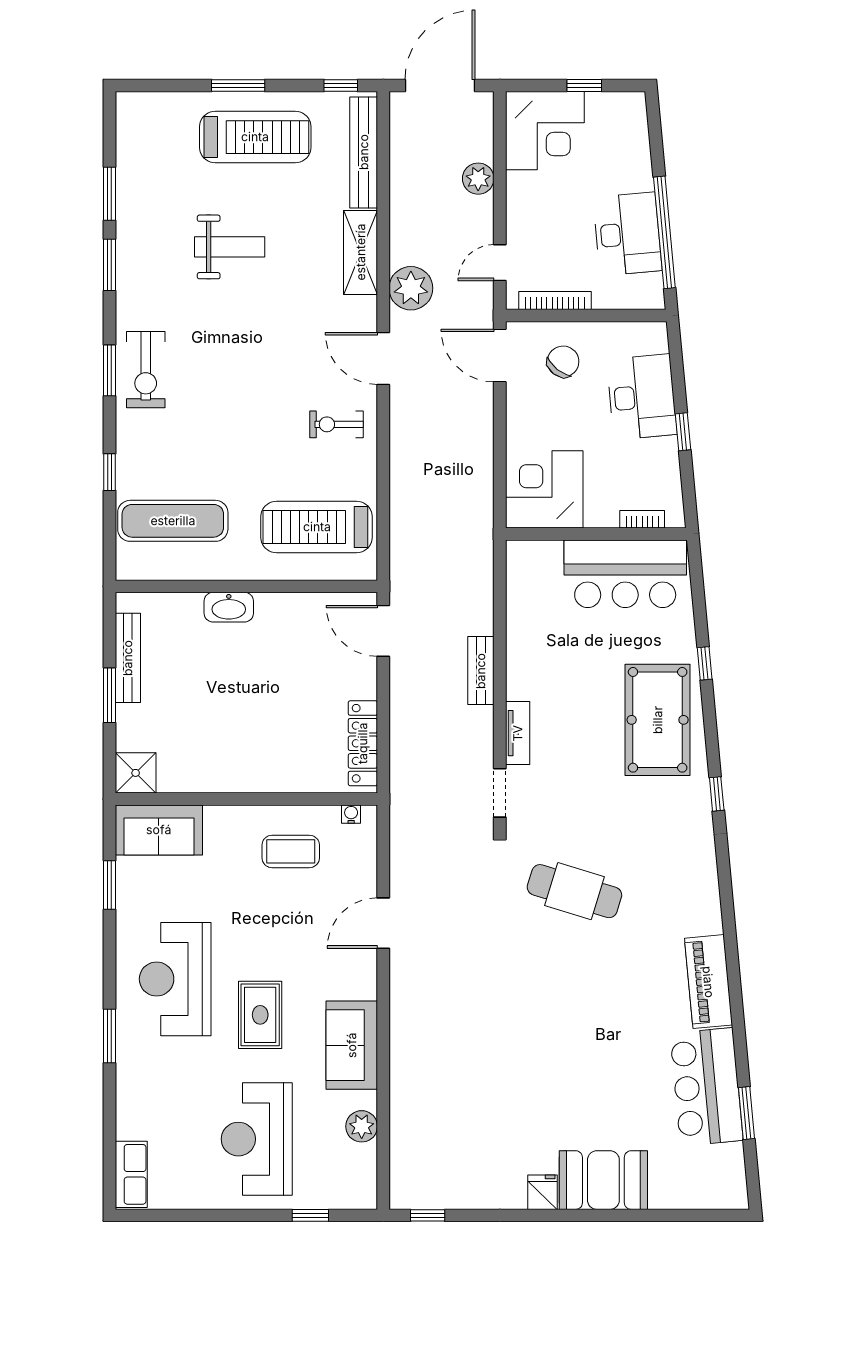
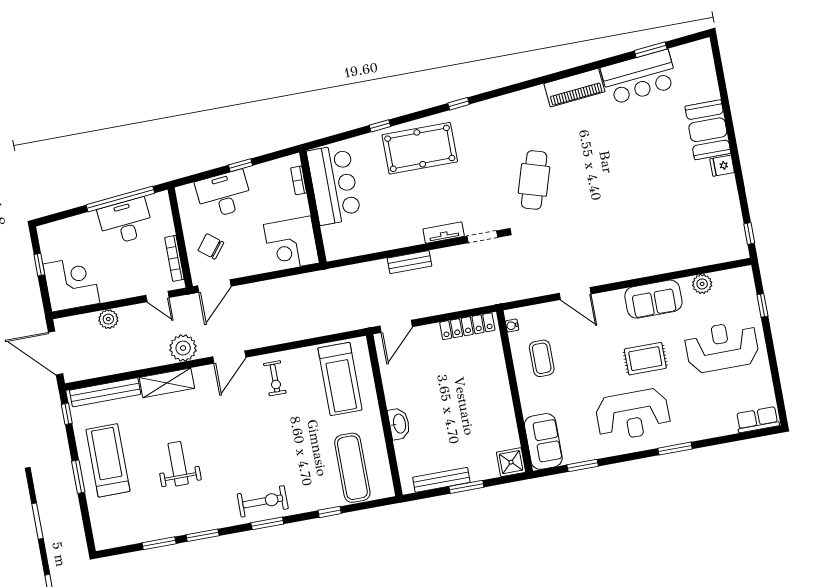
reception desk: (257, 1139) -> (722, 347), turned 180

